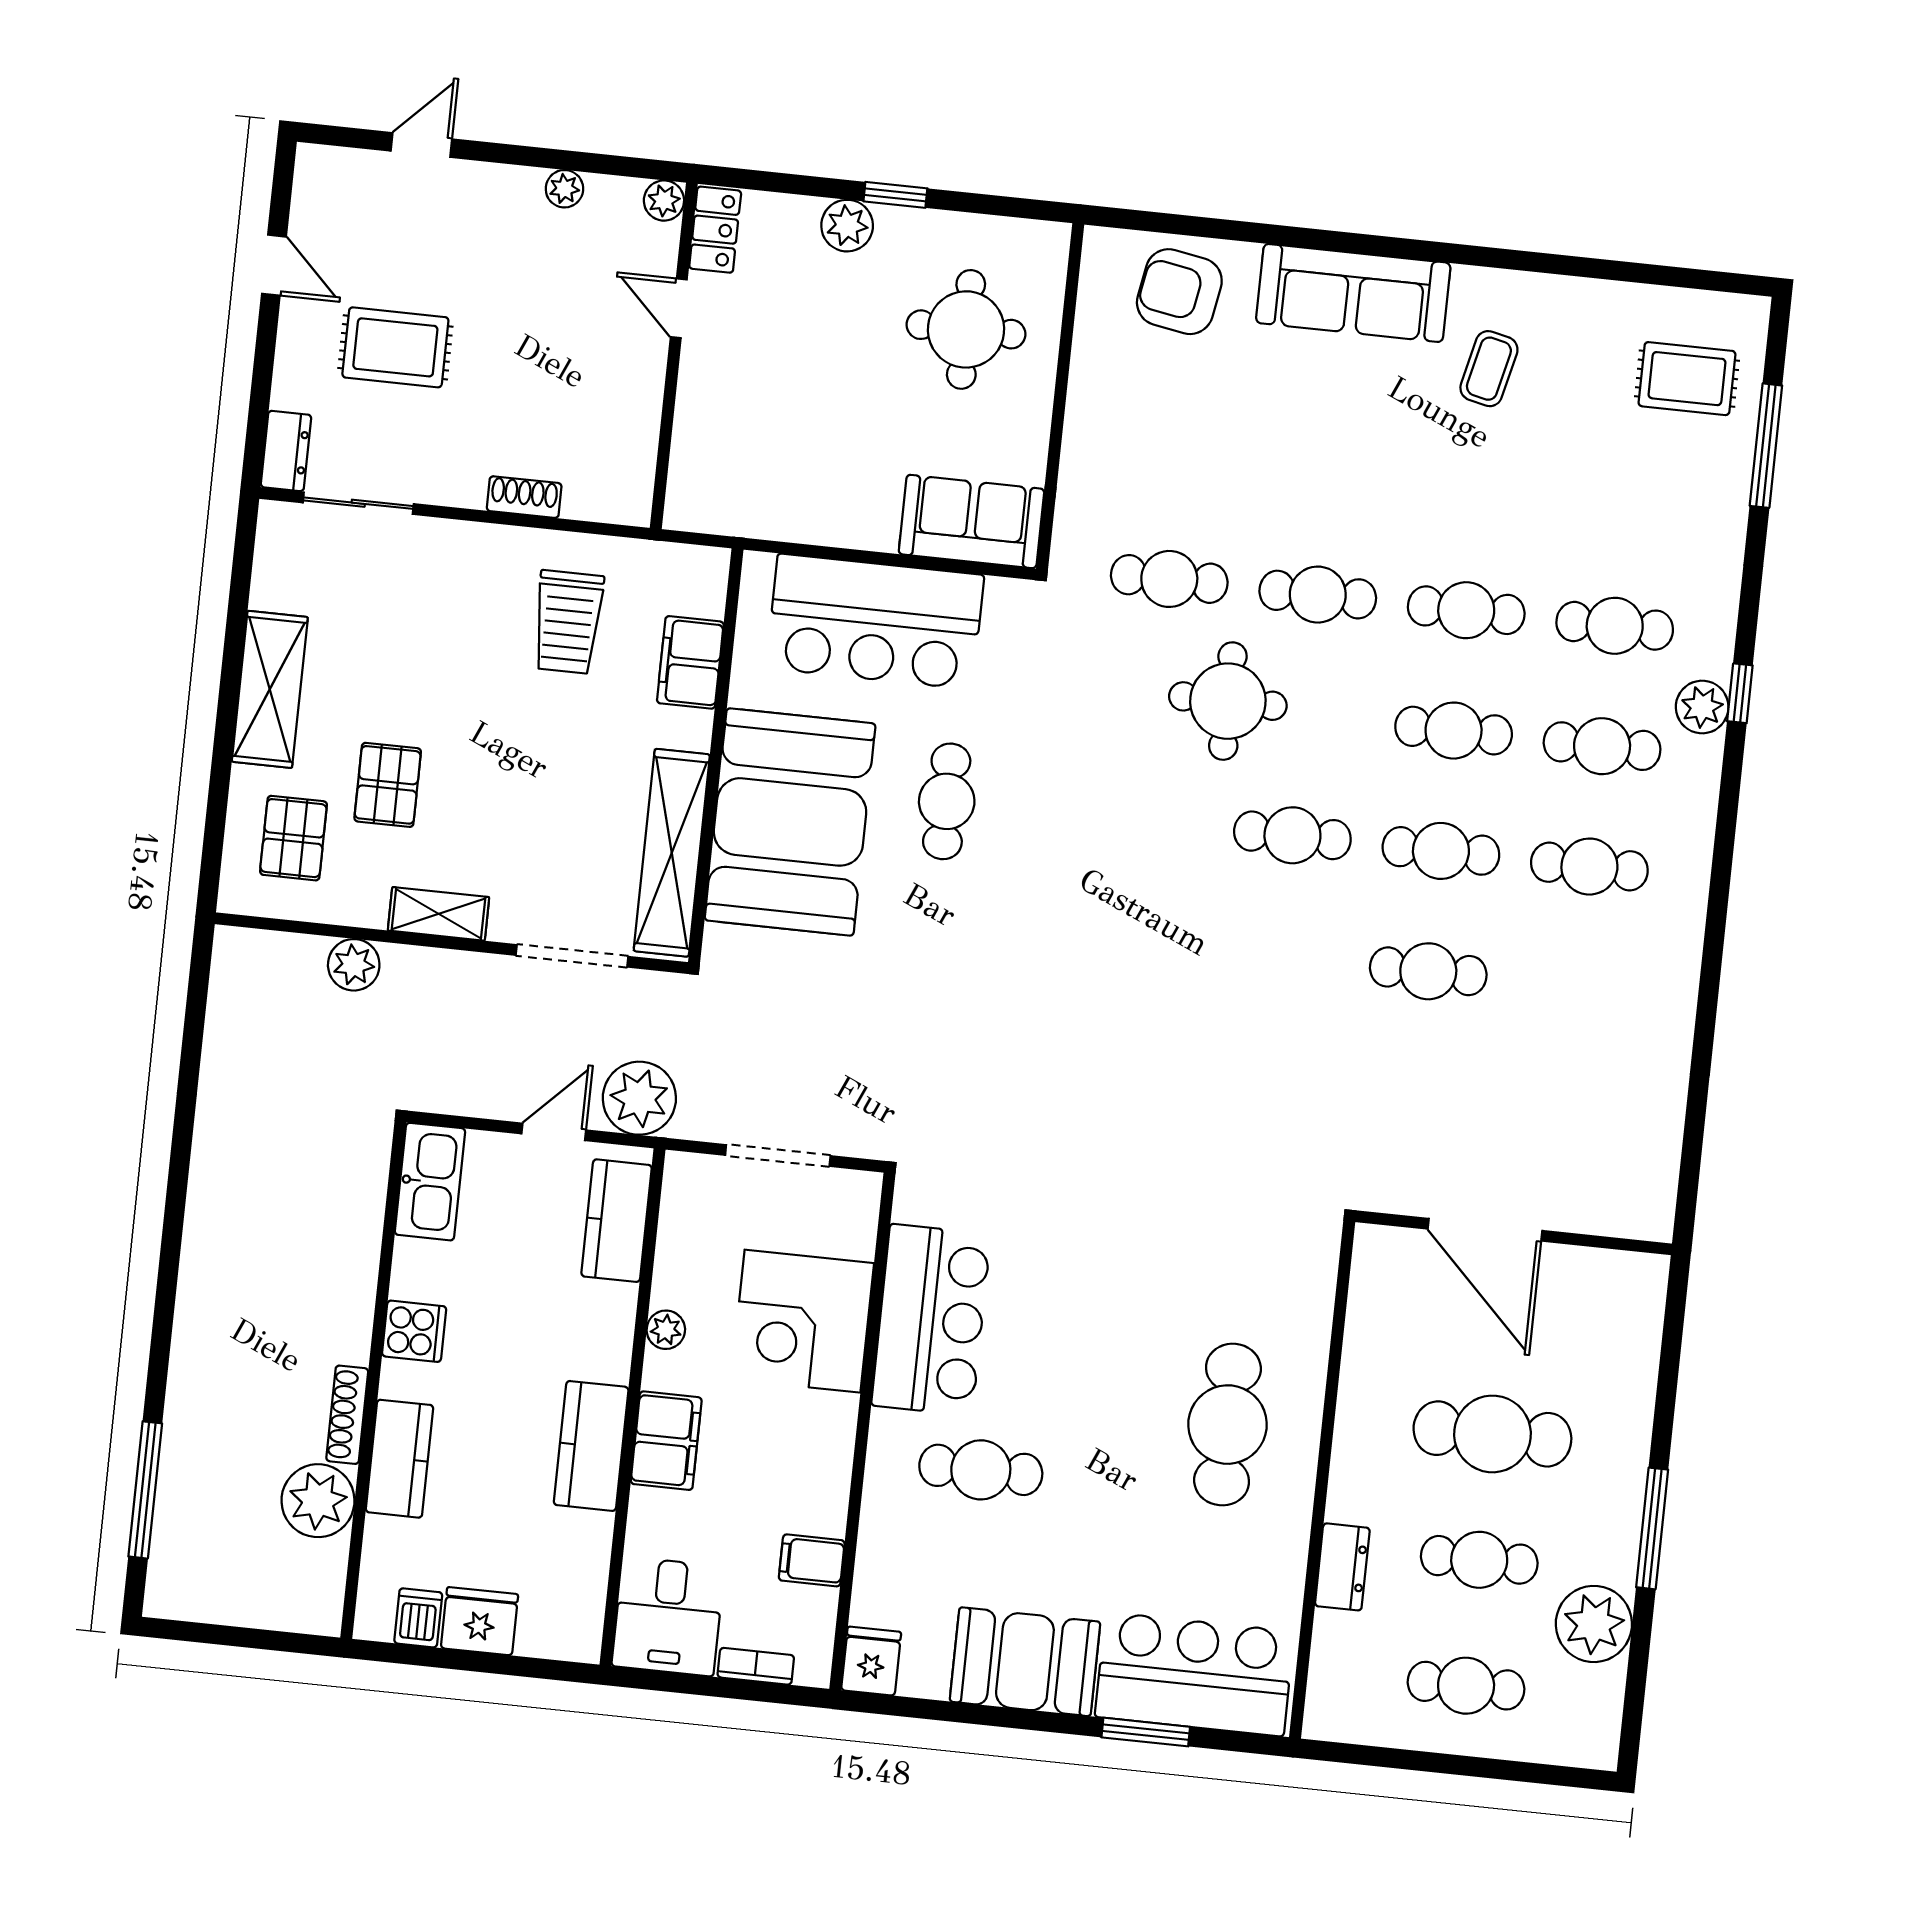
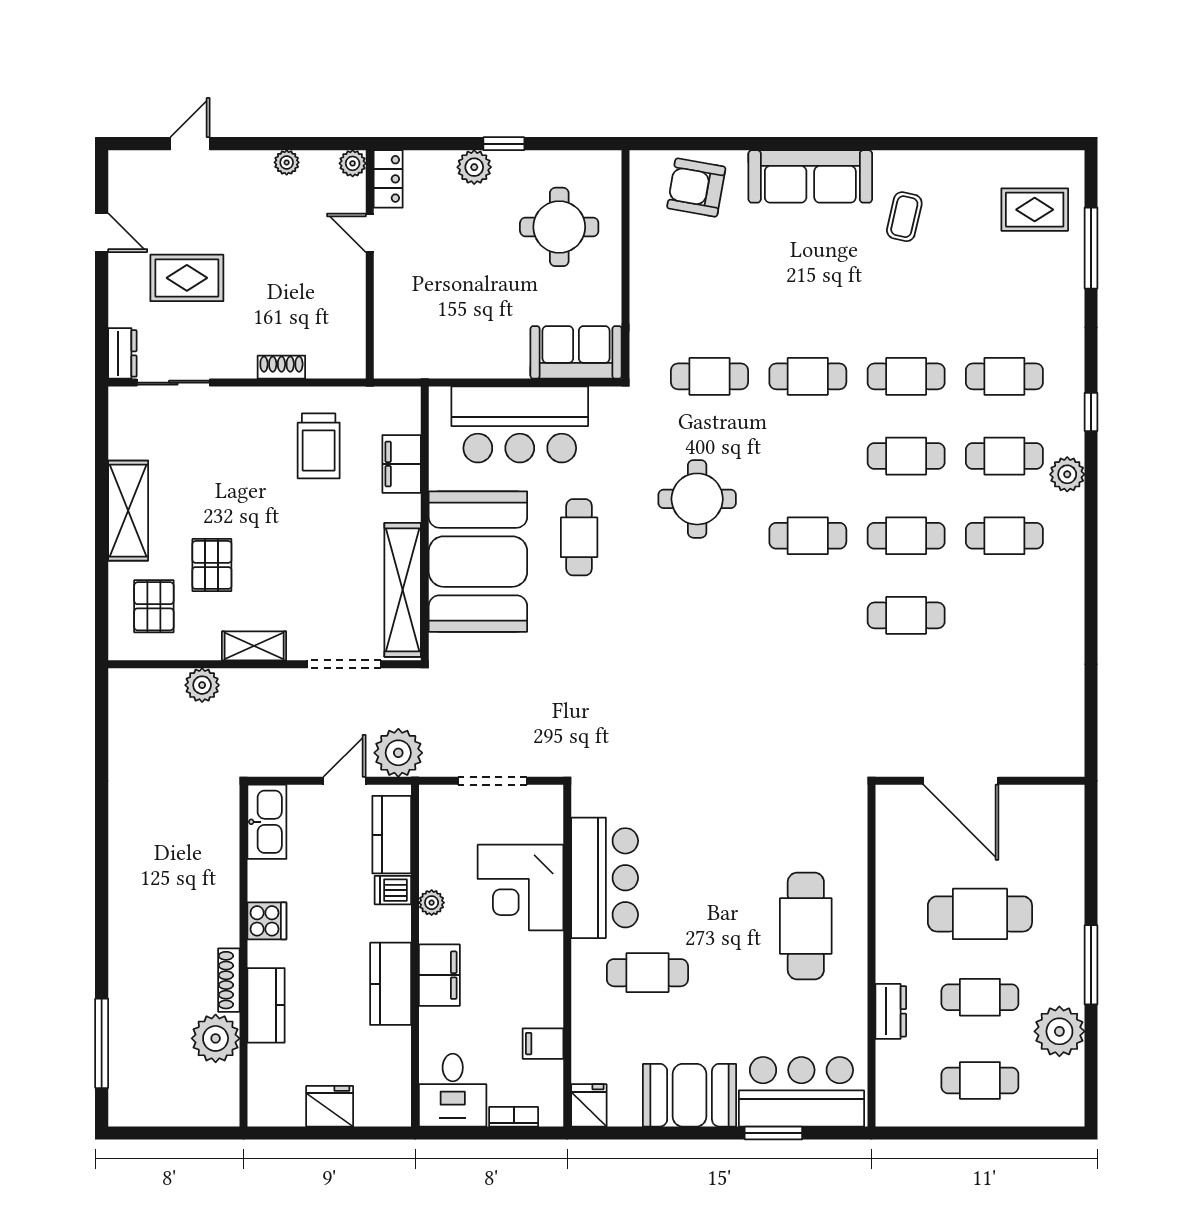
round table: (1228, 701) -> (697, 499), moved
plant: (1702, 707) -> (1067, 474), moved
dishwasher: (418, 1618) -> (393, 890), moved, turned -90

